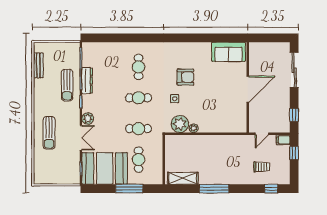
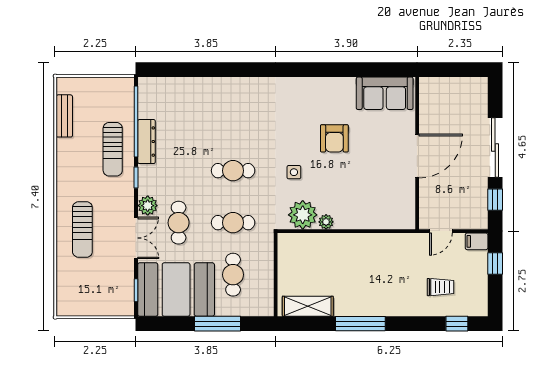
cafe table: (138, 67) -> (179, 223), moved
sliding door: (294, 70) -> (495, 147), moved
armchair: (185, 77) -> (334, 138), moved, turned 90

